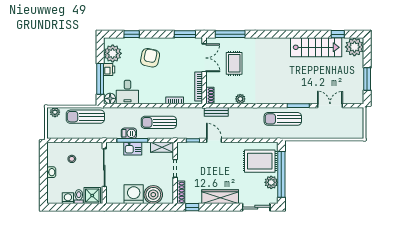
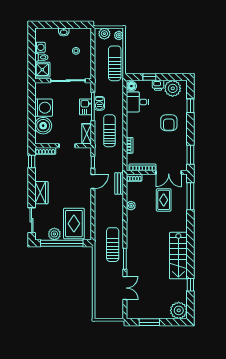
window: (338, 34) -> (190, 285), moved
stairs: (316, 47) -> (178, 256), moved
armchair: (150, 58) -> (169, 123), turned 78
rug: (234, 63) -> (164, 200), turned 90
window: (100, 79) -> (149, 77), width x0.46
plant: (53, 128) -> (104, 34), added
wardrobe: (220, 197) -> (41, 193), width x0.67

